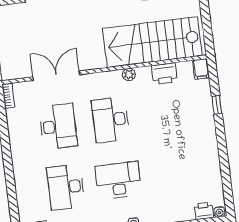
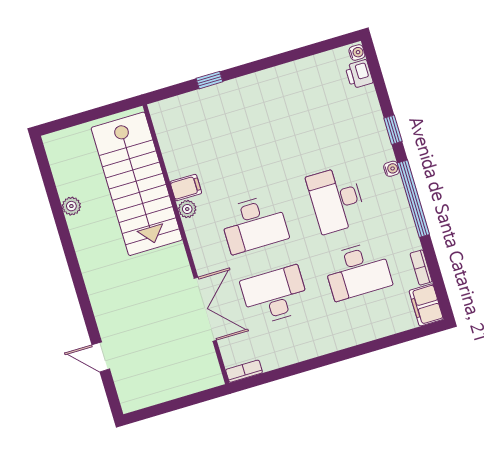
filing cabinet: (201, 69) -> (186, 188), moved
printer: (164, 74) -> (178, 160), removed
double door: (56, 76) -> (205, 309), swing flipped

